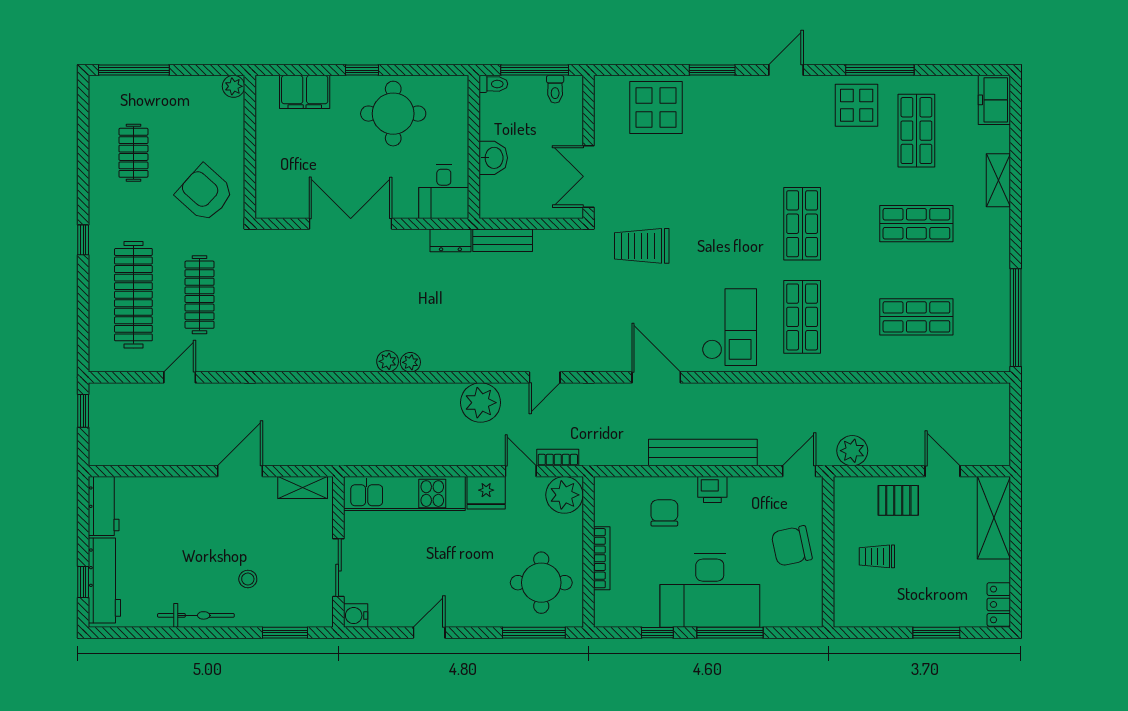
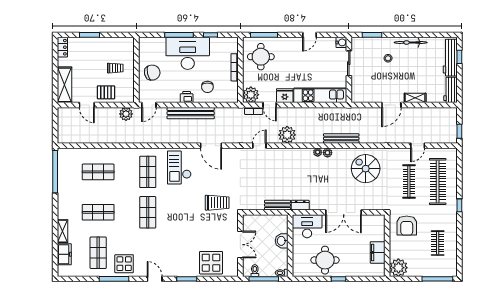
door: (786, 70) -> (155, 279), swing flipped
plant: (234, 86) -> (398, 268), width x1.88, depth x1.88
filing cabinet: (305, 92) -> (378, 252), moved, turned -90
freezer: (994, 100) -> (64, 254), moved
double door: (588, 176) -> (240, 245), moved
desk: (444, 192) -> (307, 226), width x1.37
armchair: (205, 193) -> (407, 226), turned 48
spiral stairs: (300, 324) -> (366, 169), added
bench: (356, 394) -> (341, 138), added
shelving: (303, 488) -> (415, 98), moved

